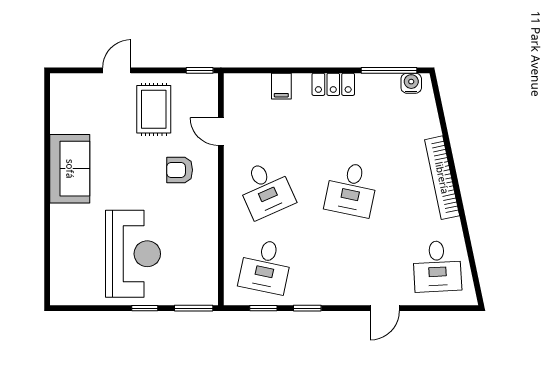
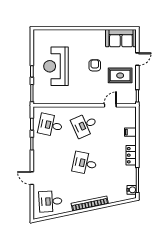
door: (117, 70) -> (137, 59), hinge flipped
sofa: (70, 169) -> (121, 38), moved
armchair: (180, 170) -> (95, 65), moved
reception desk: (133, 254) -> (56, 66), turned 90

